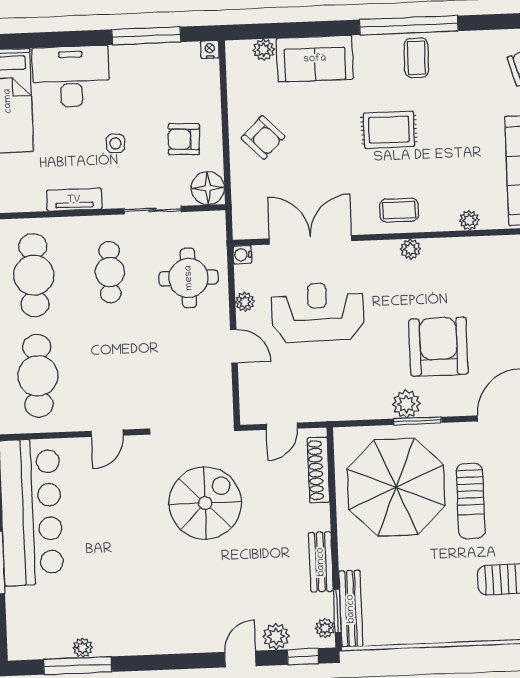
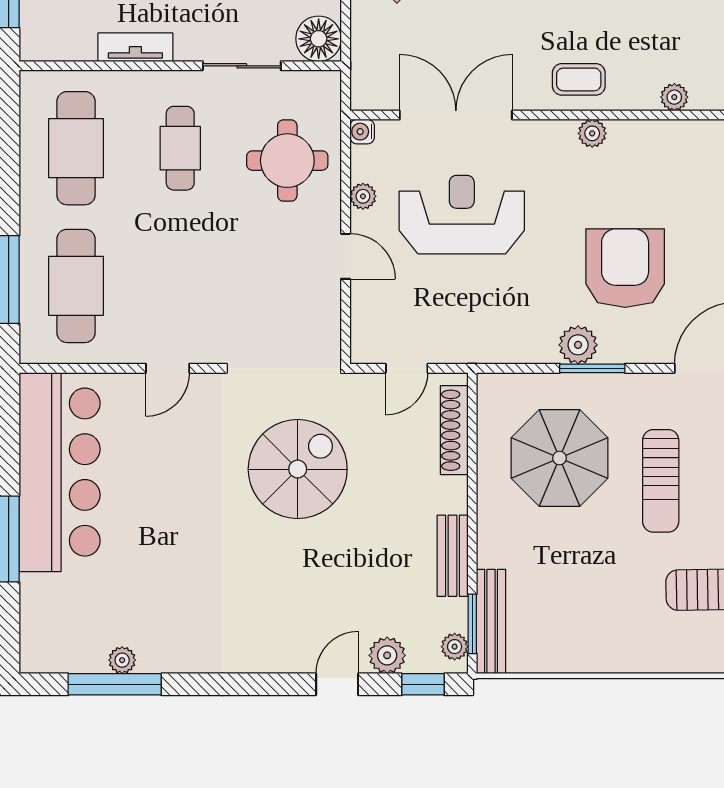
parasol: (396, 487) -> (560, 458), width x0.73, depth x0.73

